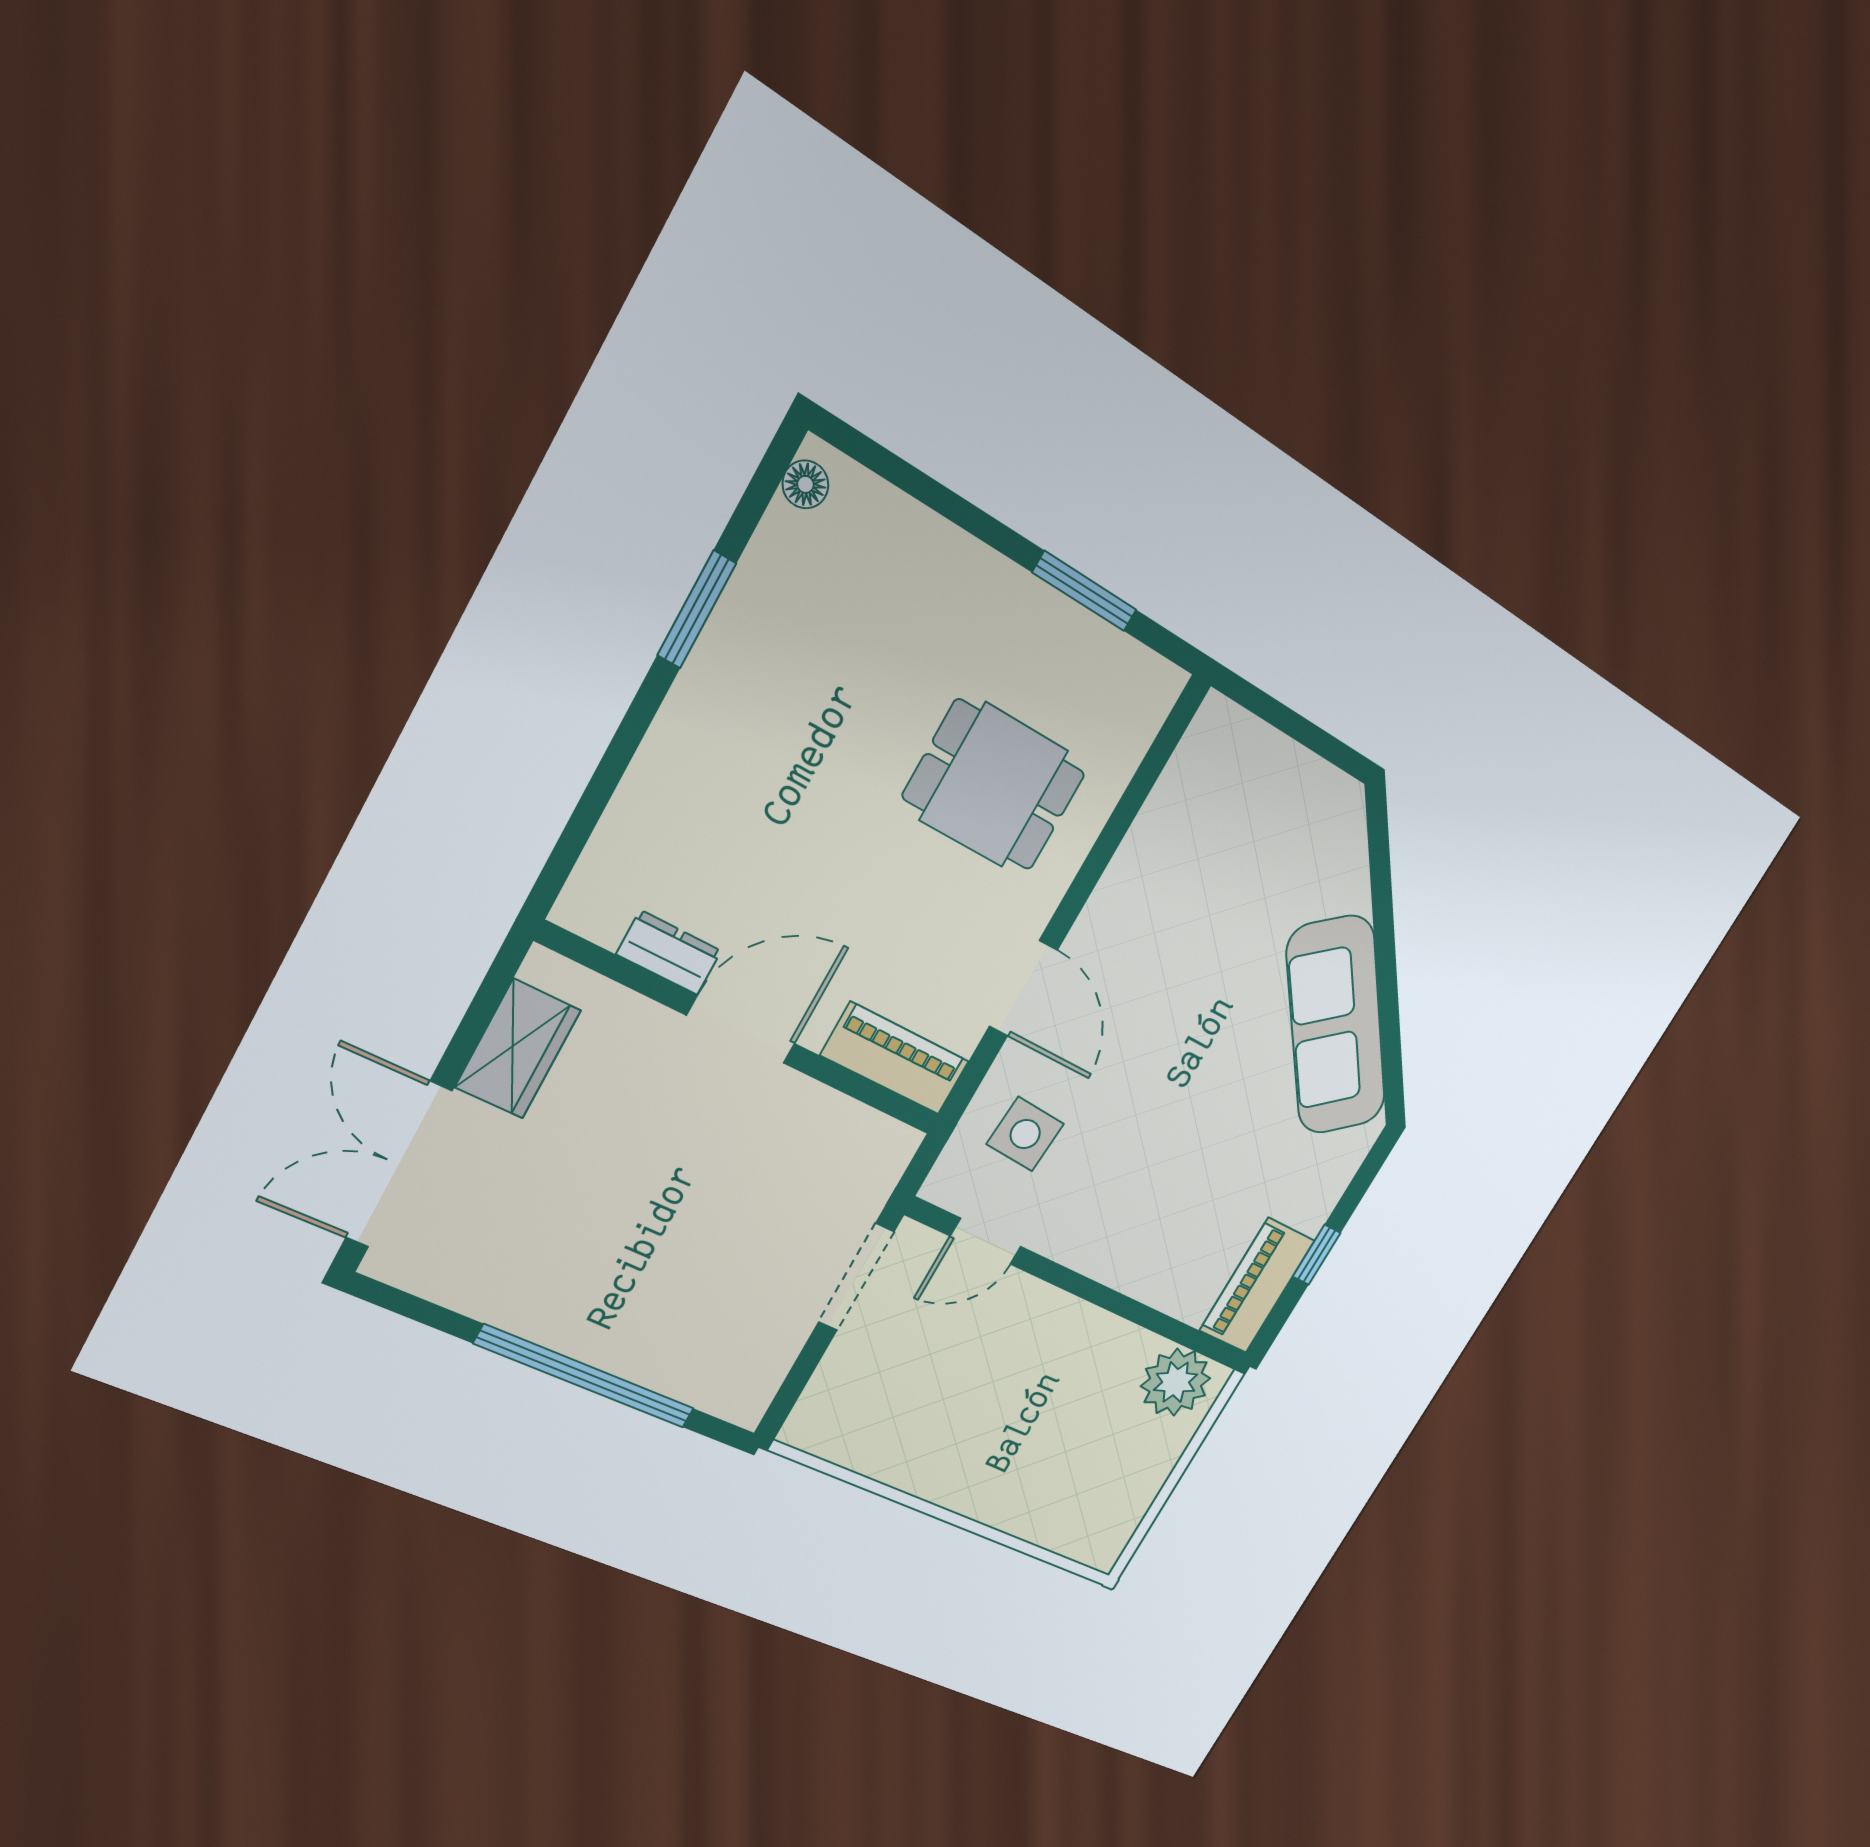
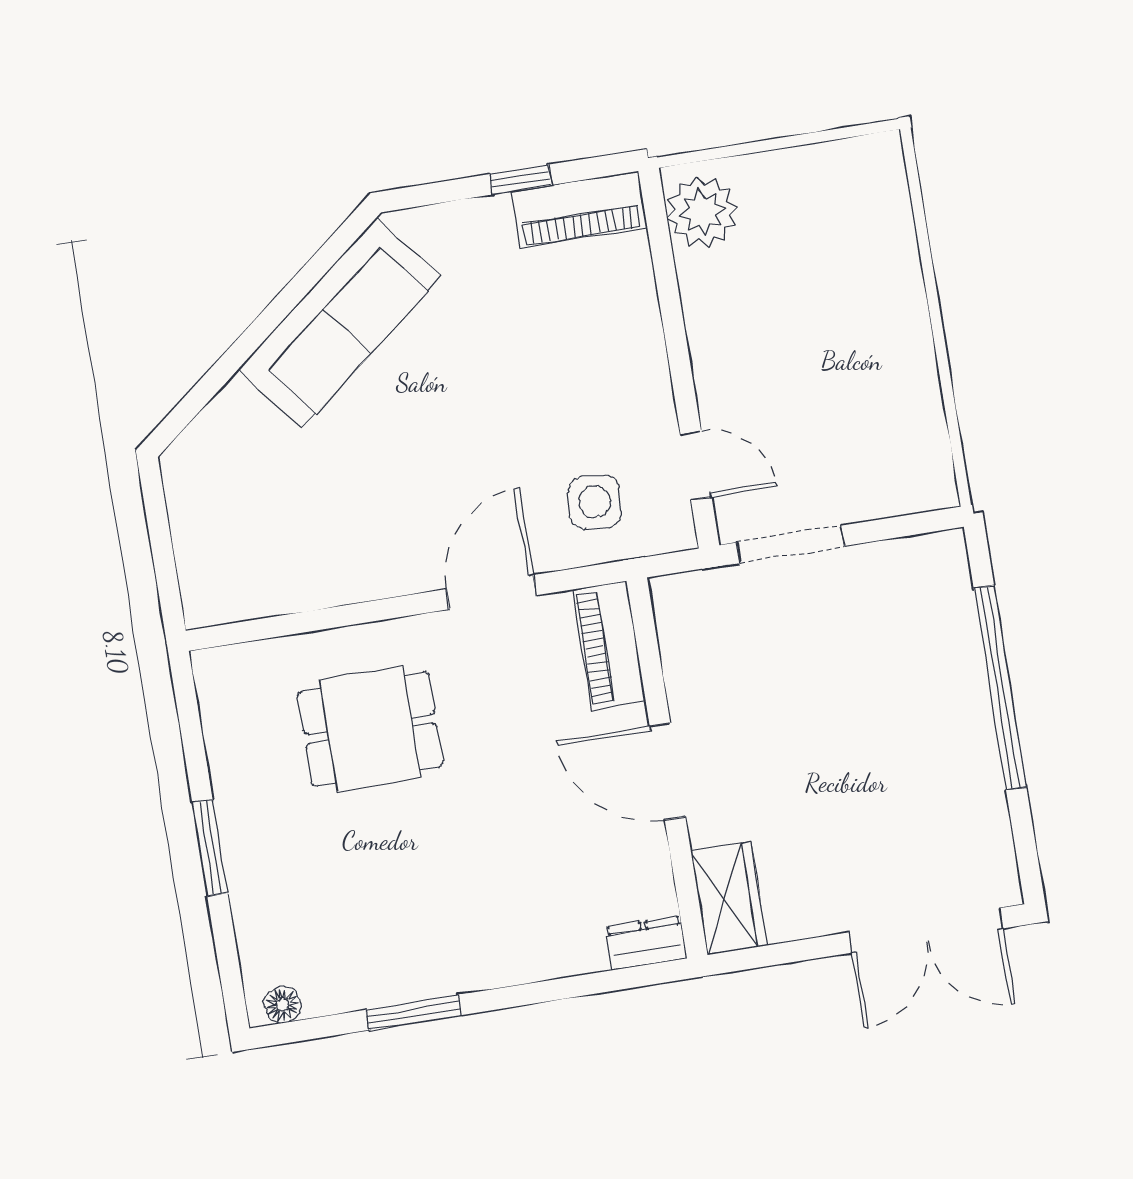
window: (1085, 591) -> (210, 848), moved
dining table: (994, 785) -> (370, 729), turned 90
dresser: (669, 953) -> (646, 943), moved, turned 90
wardrobe: (518, 1049) -> (729, 898), moved, turned 90

